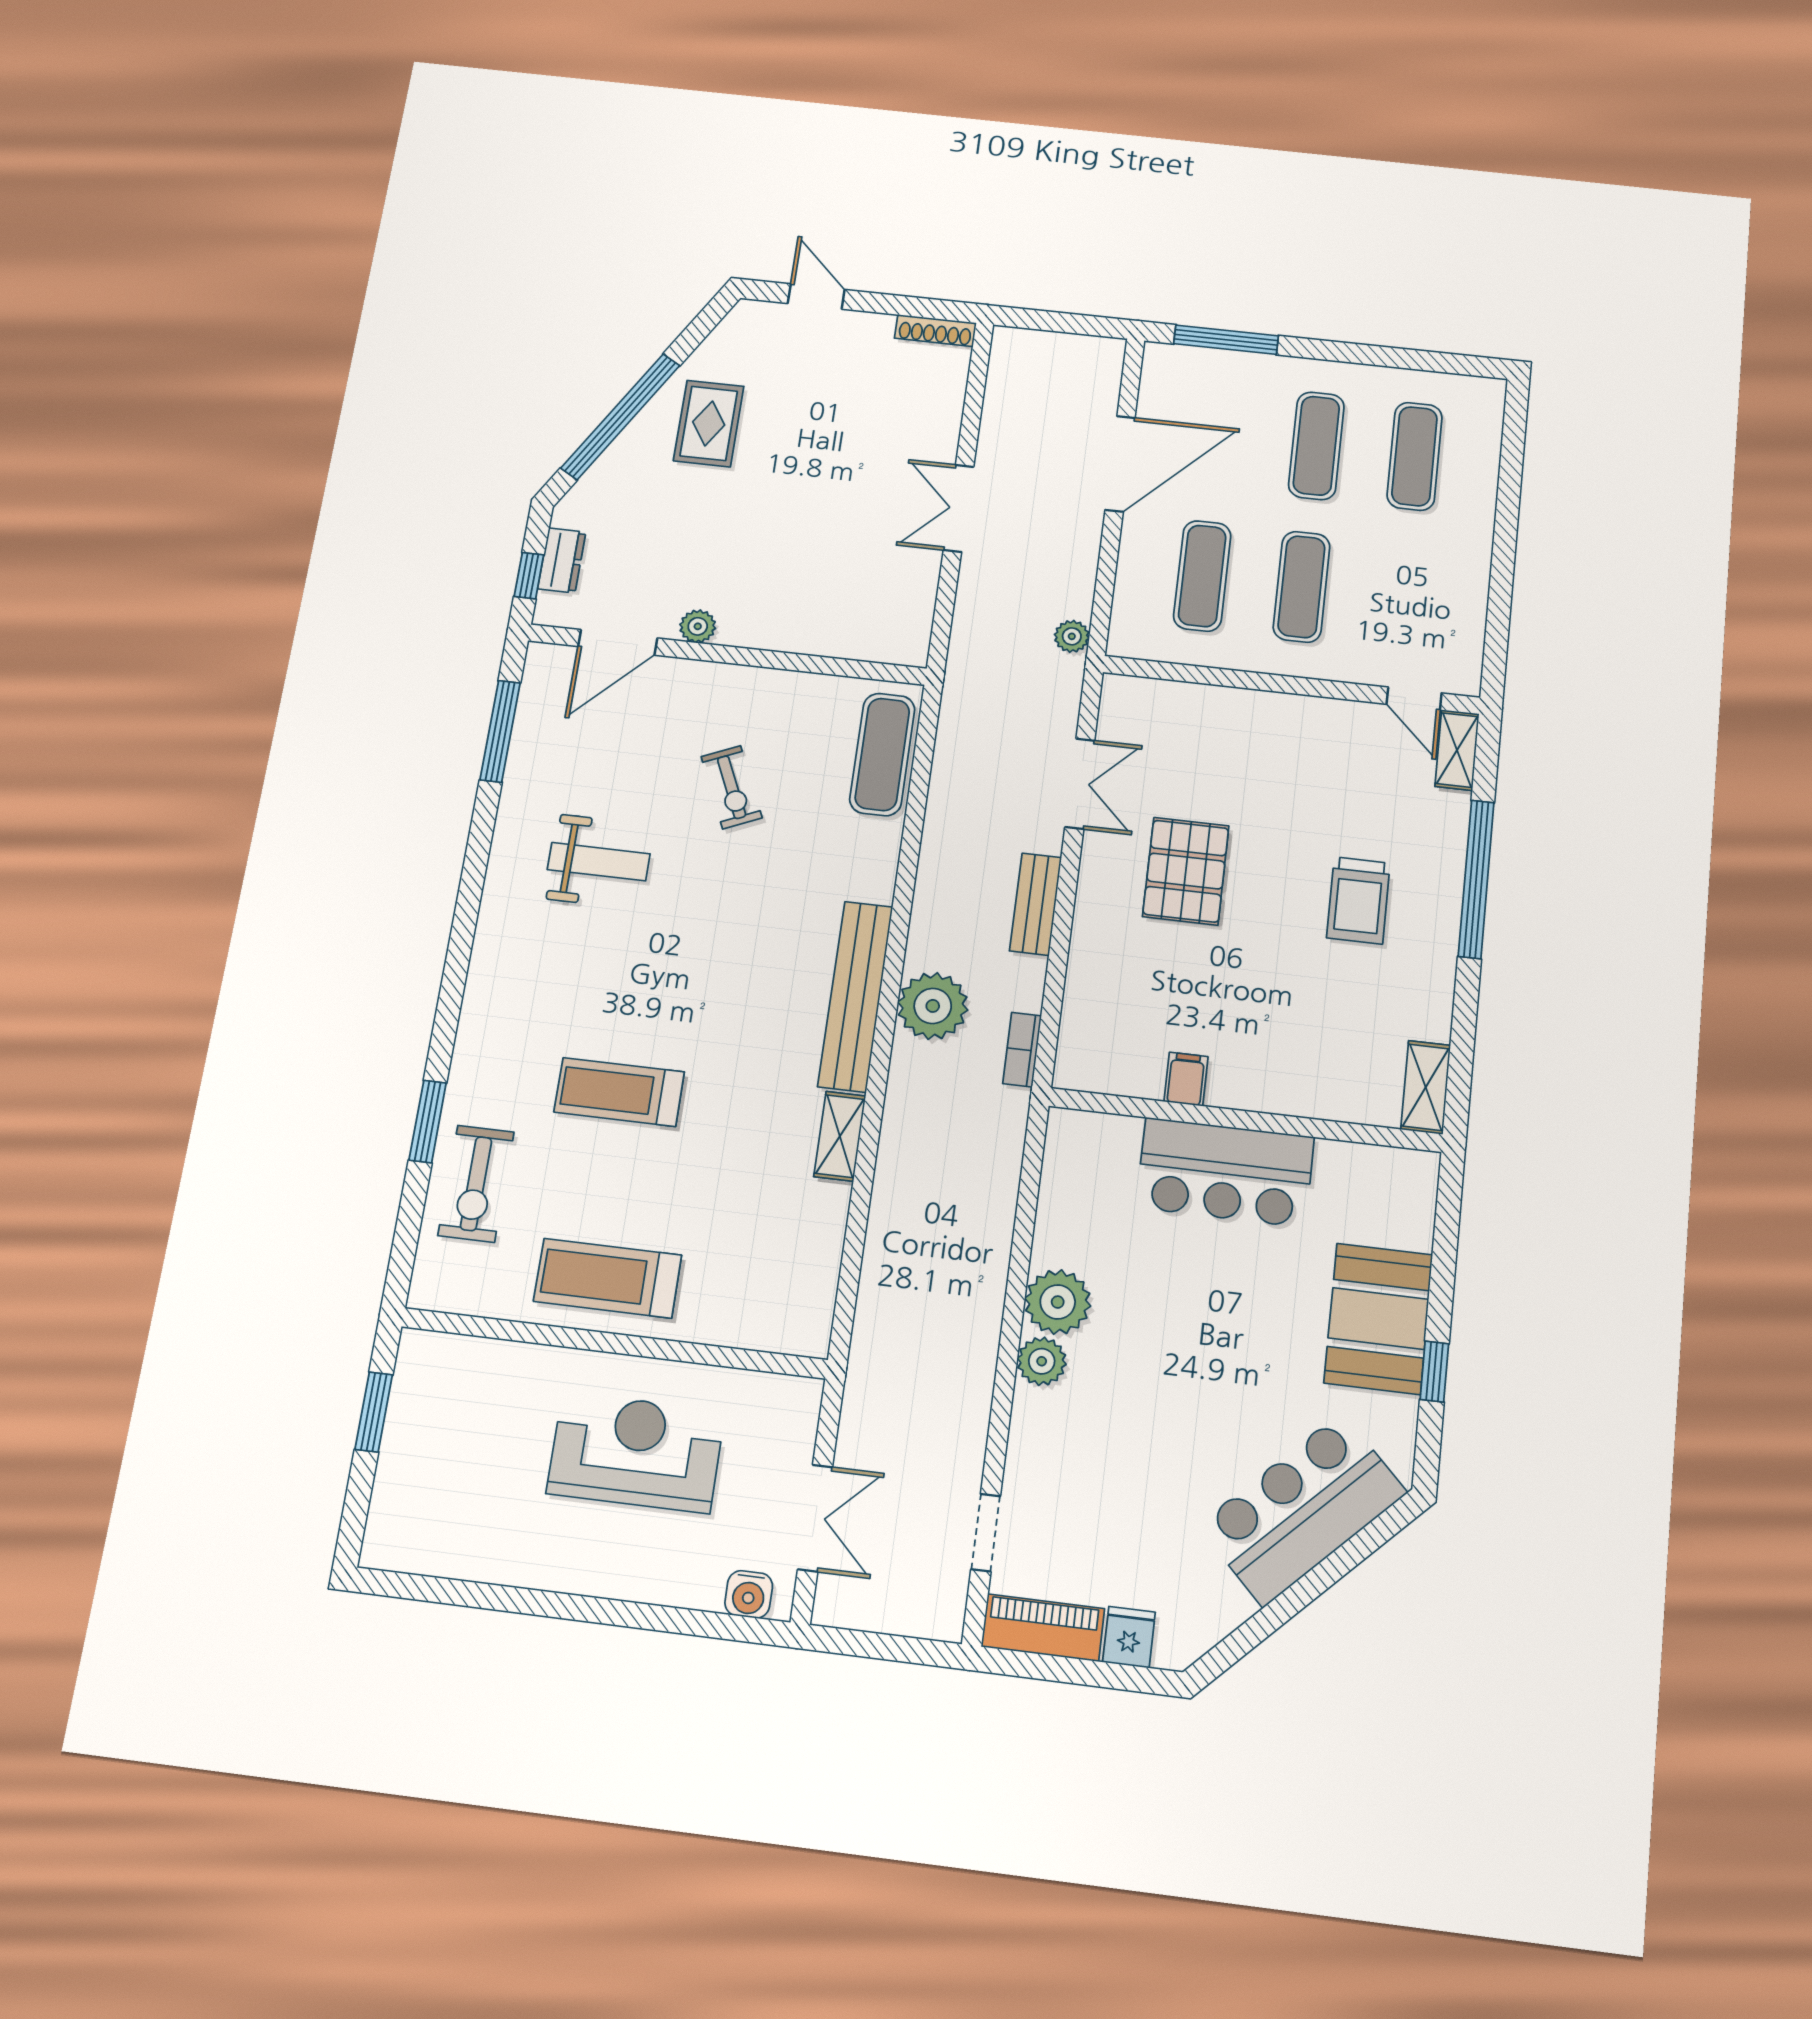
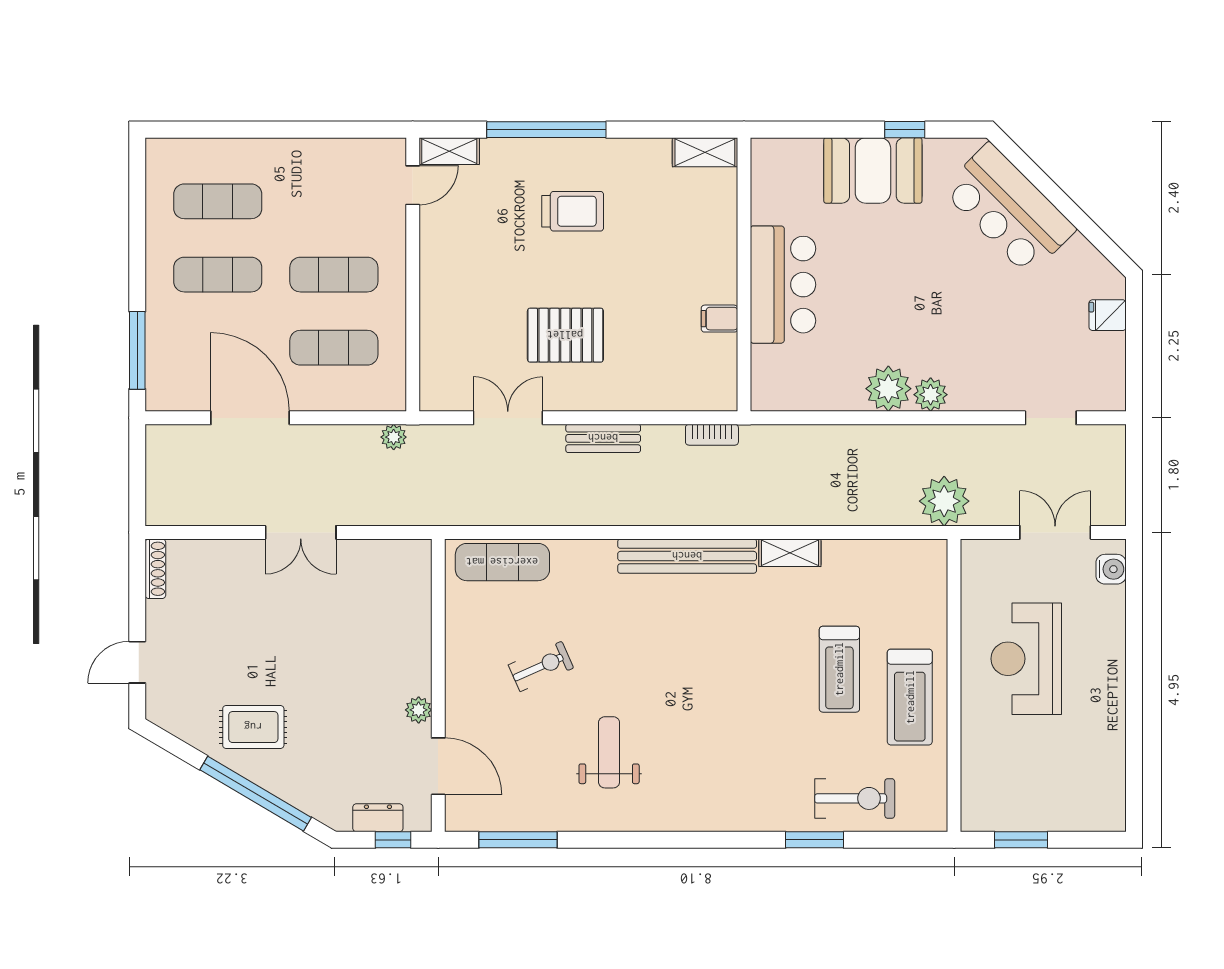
plant: (933, 1006) -> (944, 501), moved
treadmill: (619, 1092) -> (839, 669), moved
piano: (1043, 1628) -> (1109, 372), removed

